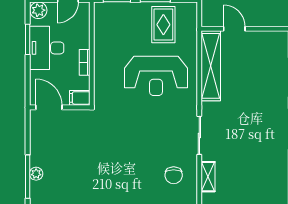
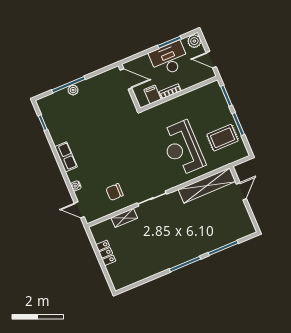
filing cabinet: (80, 98) -> (153, 95), moved
door: (49, 107) -> (126, 79), hinge flipped

